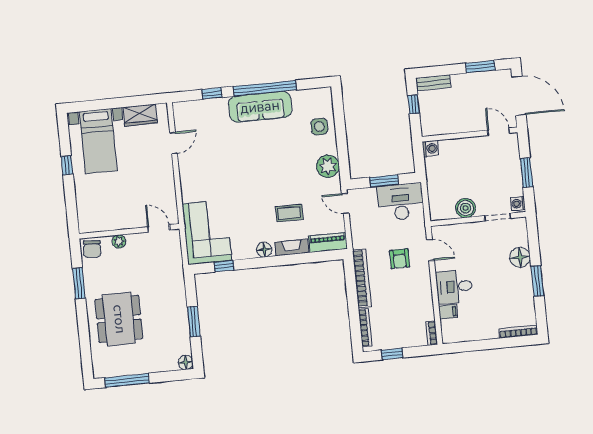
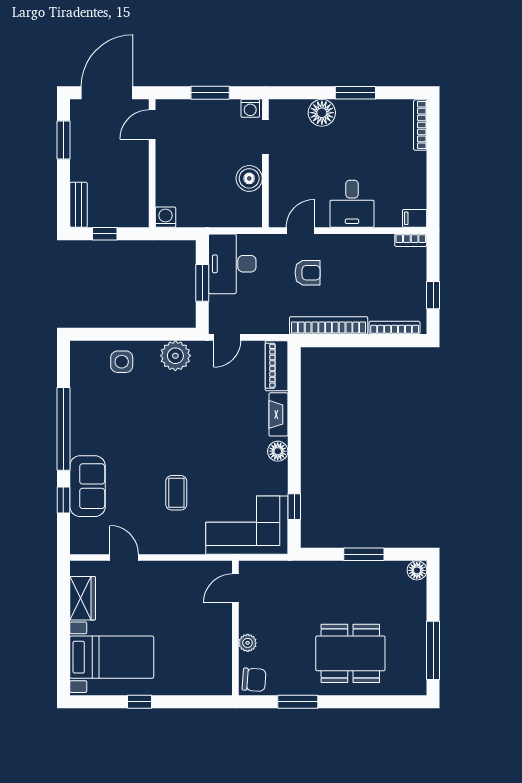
sofa: (260, 107) -> (88, 486), moved, width x0.73
coffee table: (289, 213) -> (176, 493), moved
filing cabinet: (448, 312) -> (415, 218), moved, turned -90

